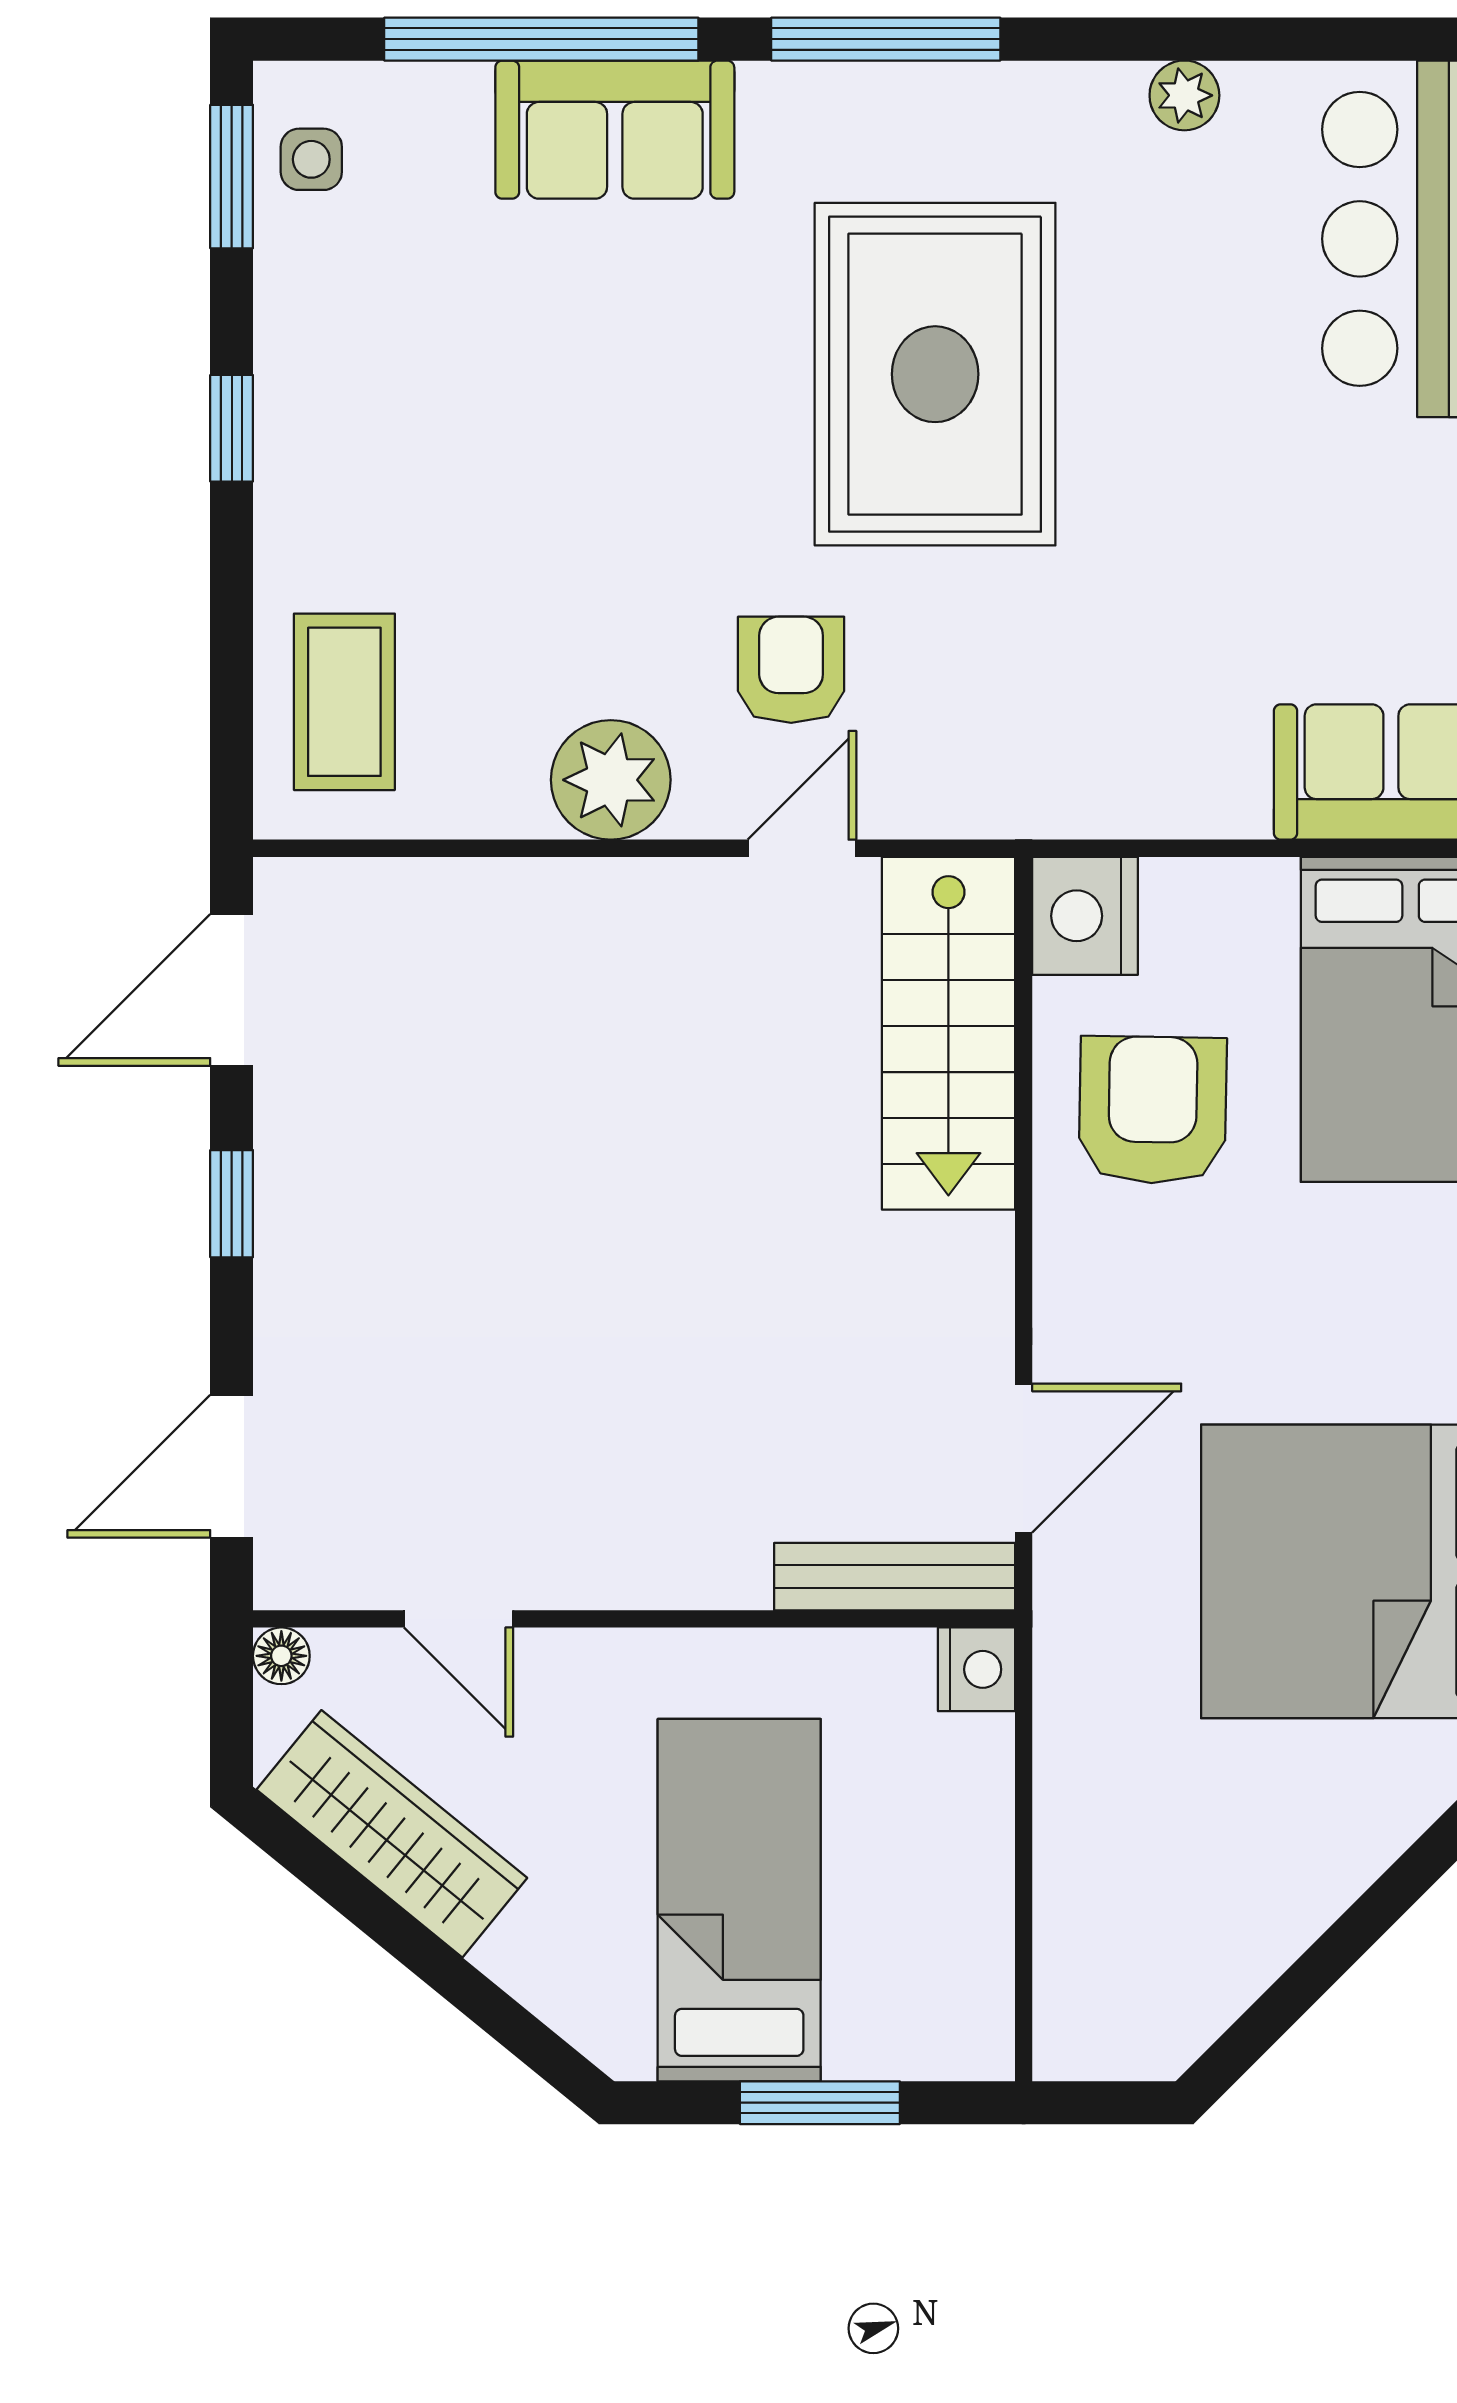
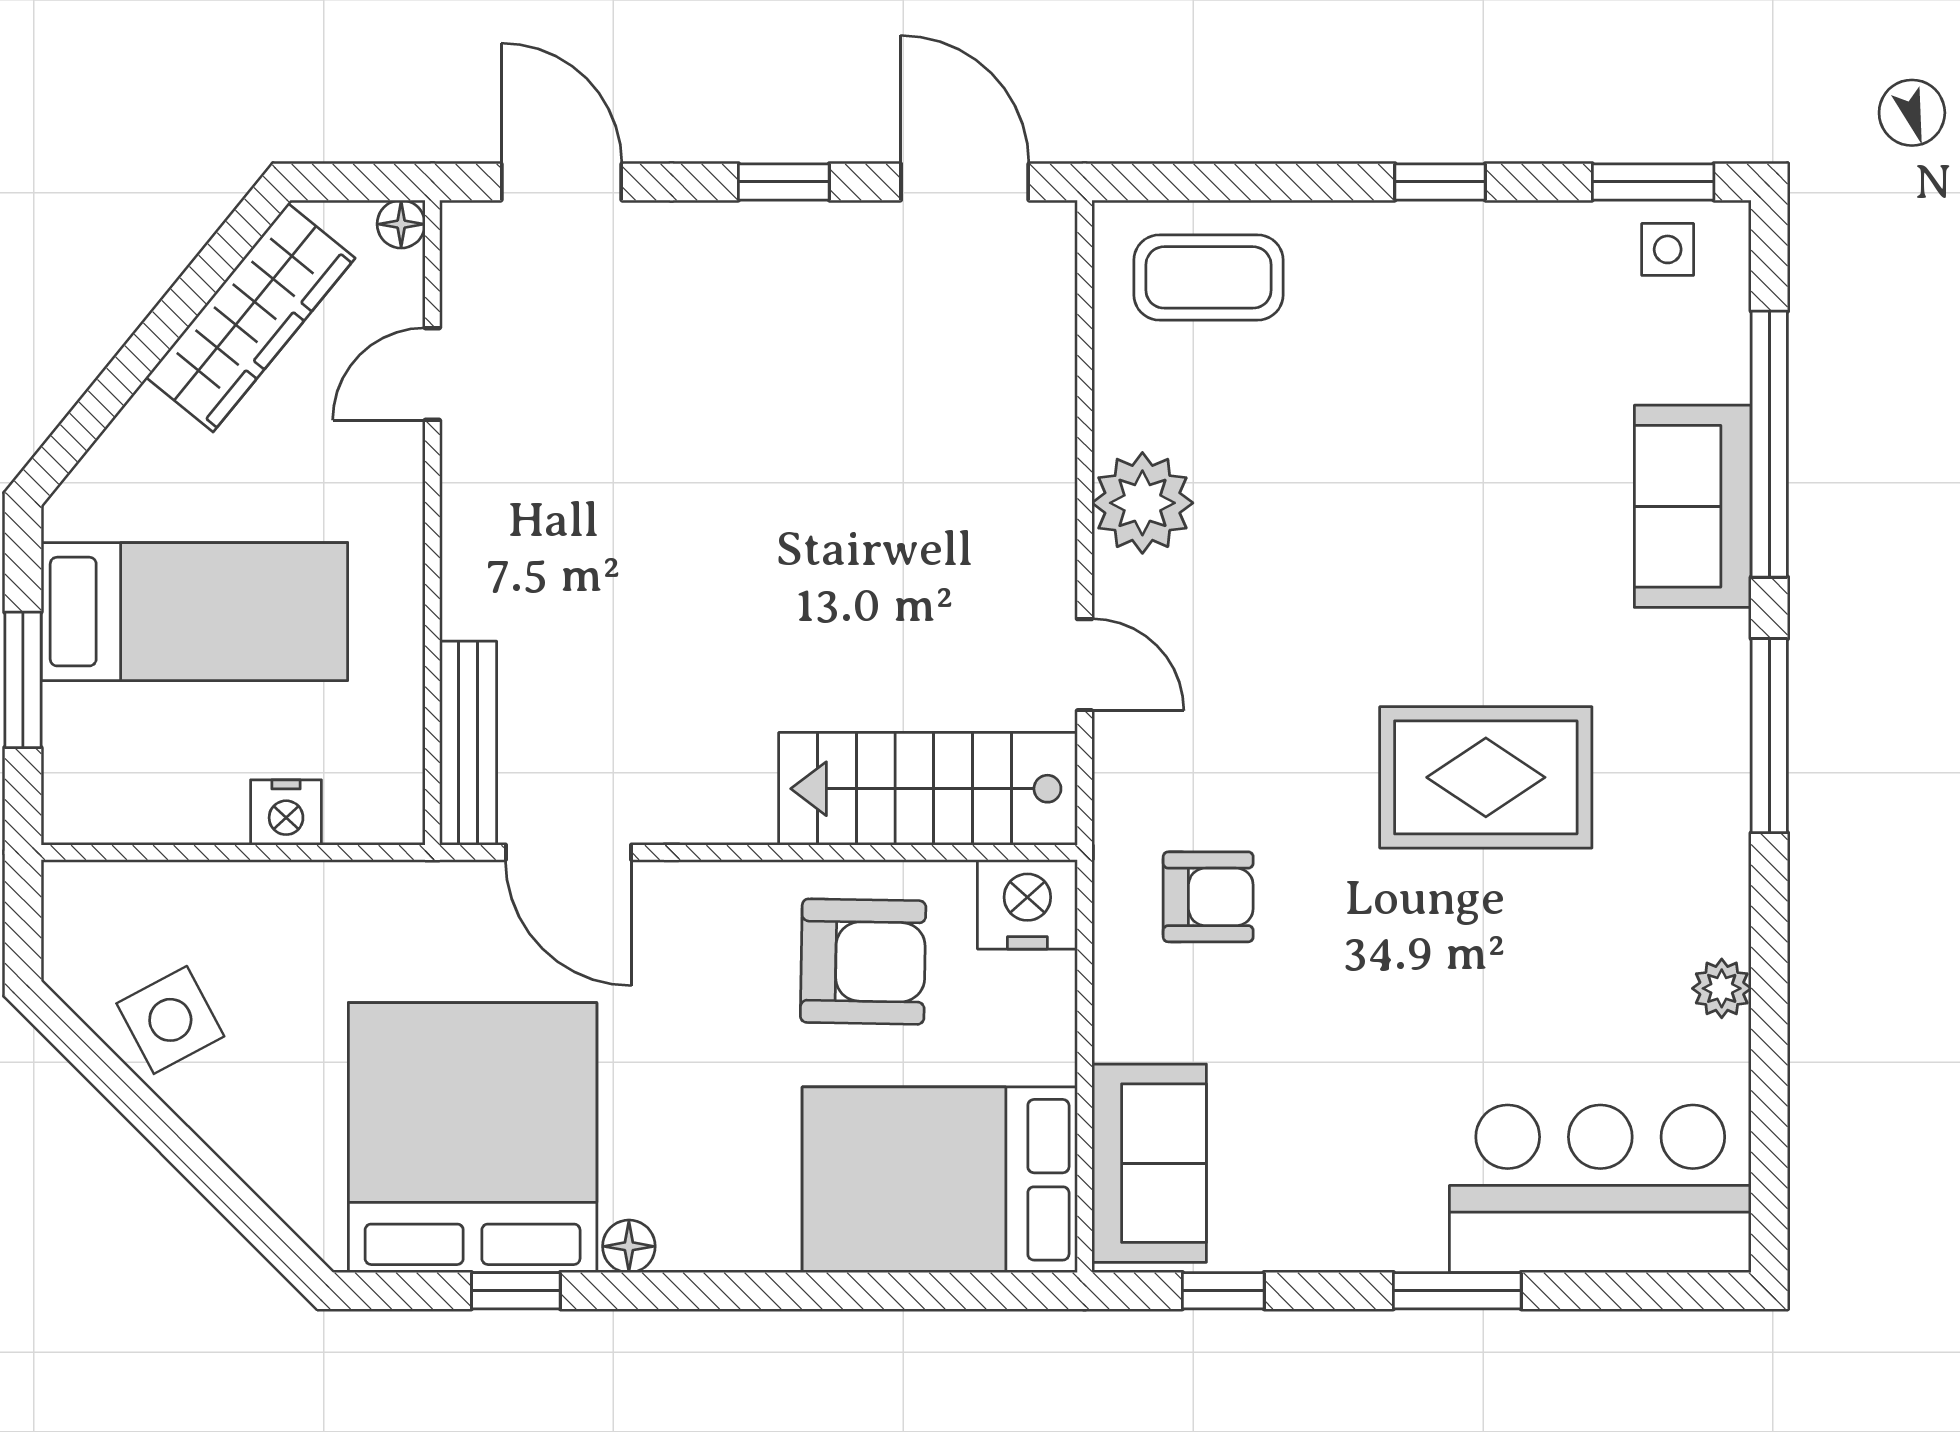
rug: (935, 374) -> (1486, 777), width x0.73, depth x0.69
armchair: (791, 670) -> (1208, 897), moved
nightstand: (977, 1669) -> (286, 812), moved
side table: (1222, 1928) -> (170, 1020), added

